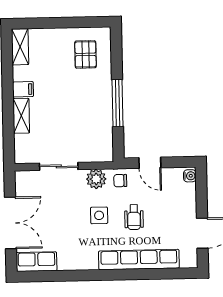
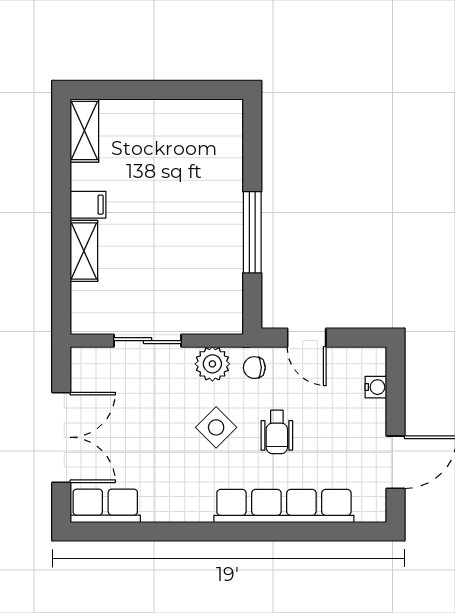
pallet: (86, 54) -> (198, 146), removed
water cooler: (190, 176) -> (376, 387), moved
side table: (99, 215) -> (216, 427), turned 45

